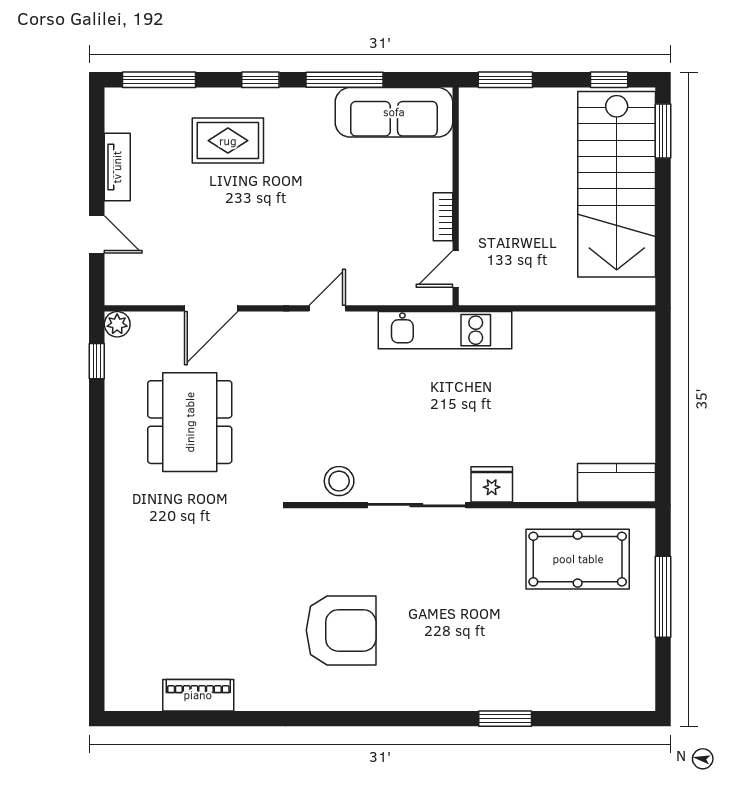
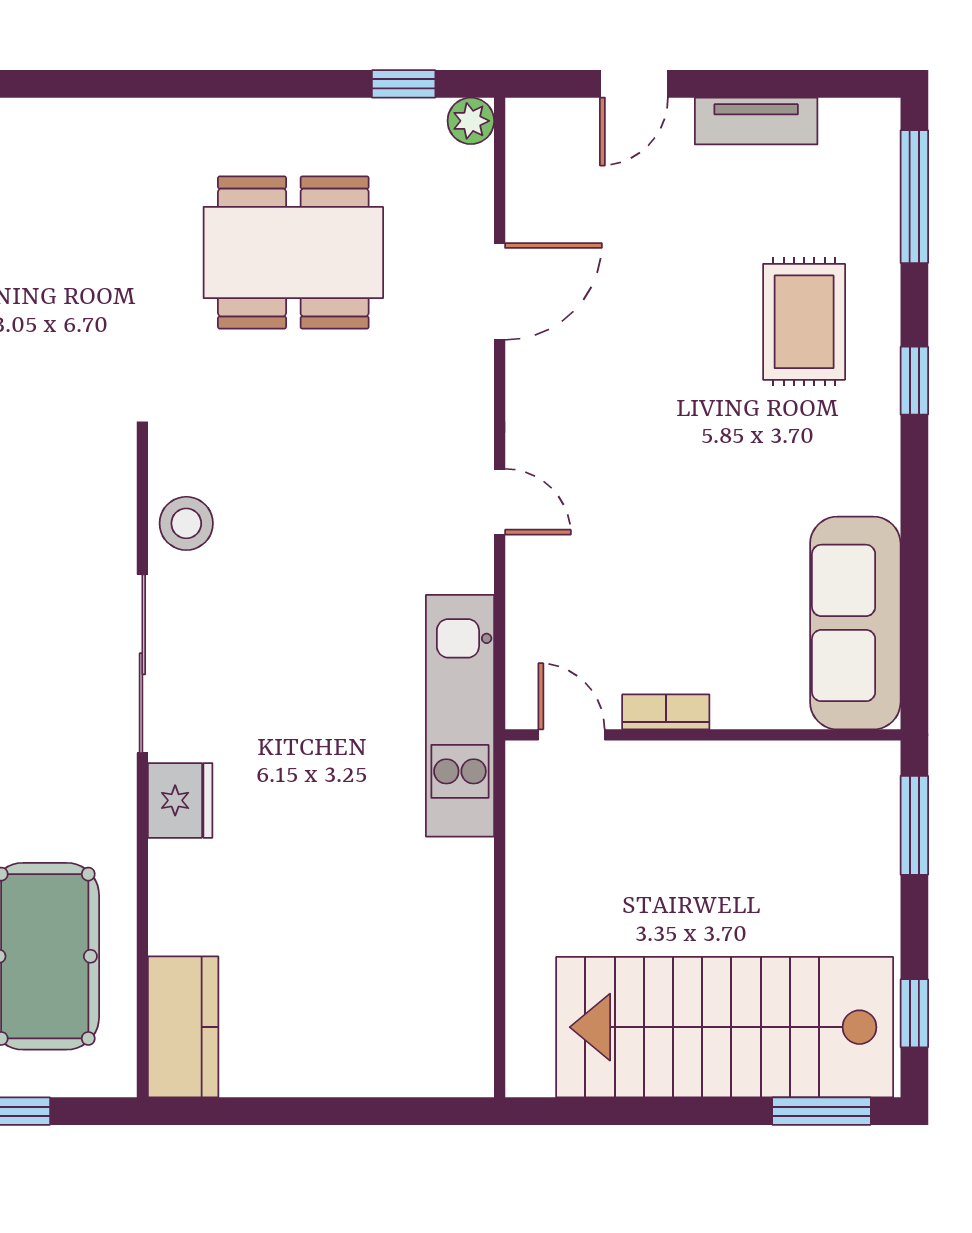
window: (345, 80) -> (914, 533), removed
door: (211, 308) -> (500, 291), swing flipped

